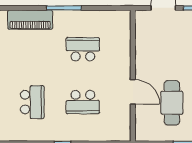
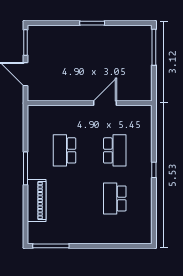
school desk: (32, 102) -> (115, 198), turned -90
cafe table: (172, 103) -> (115, 66), removed

